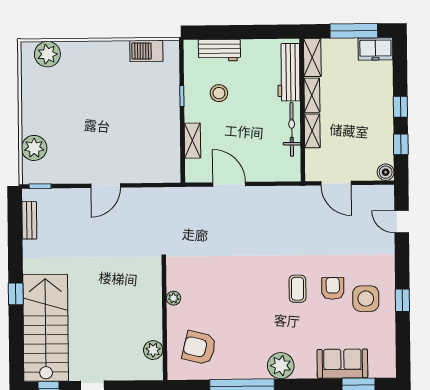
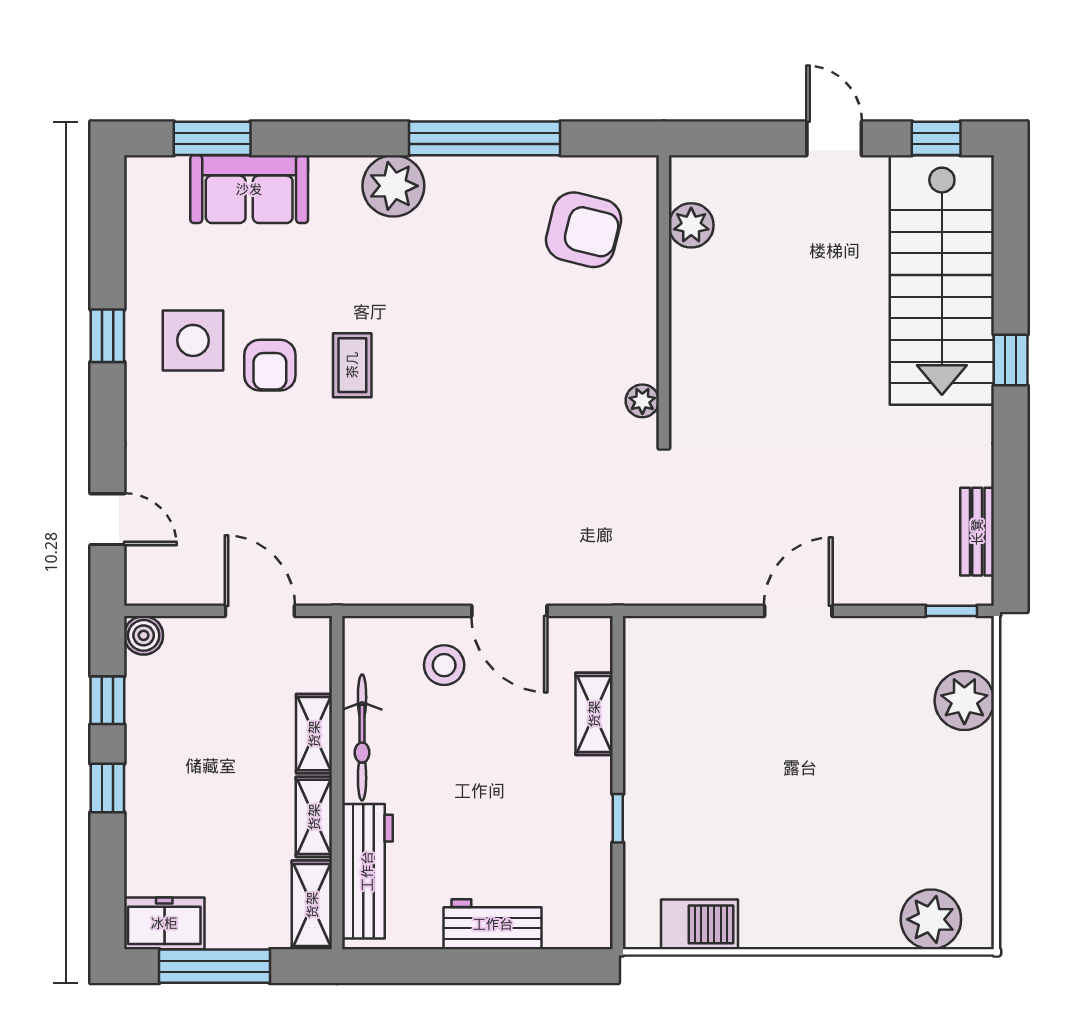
workbench: (219, 50) -> (493, 924), moved
stool: (219, 93) -> (444, 665), moved
plant: (174, 298) -> (642, 401), moved

